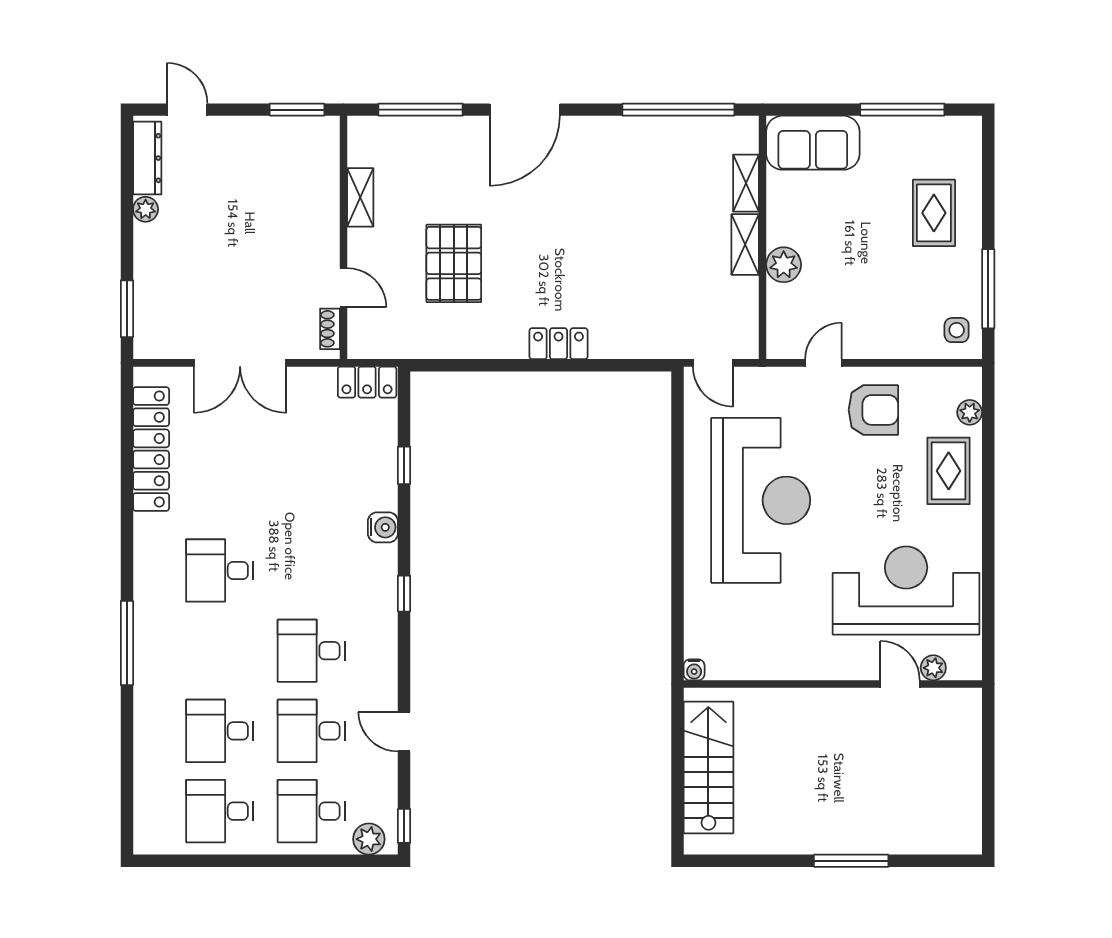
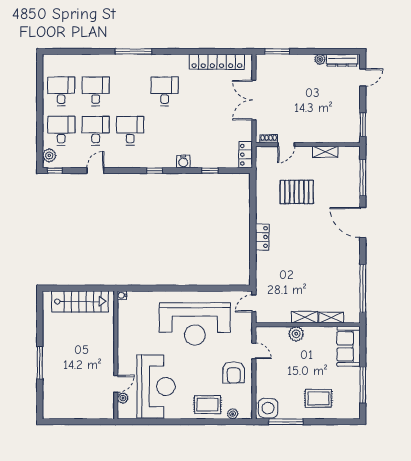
side table: (957, 330) -> (268, 408), width x1.87, depth x1.87

